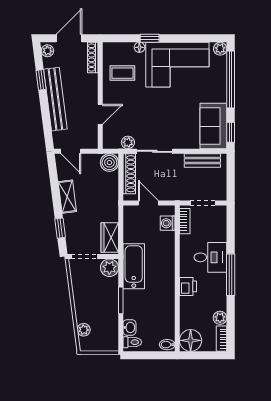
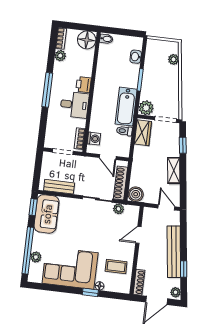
plant: (220, 49) -> (36, 257), moved
desk: (210, 257) -> (74, 105), moved, turned 180
toilet: (132, 342) -> (124, 131), moved

